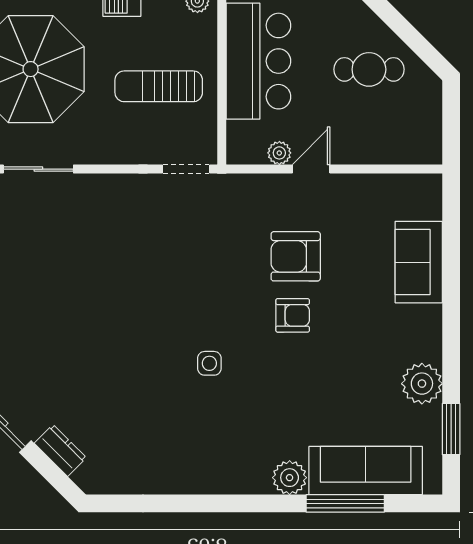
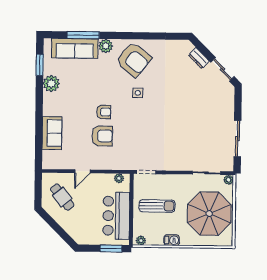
cafe table: (369, 69) -> (62, 197), moved, turned 51
plant: (279, 153) -> (119, 178), moved
door: (311, 169) -> (83, 171), moved
armchair: (293, 315) -> (104, 112), turned 180
armchair: (220, 445) -> (134, 60), added

